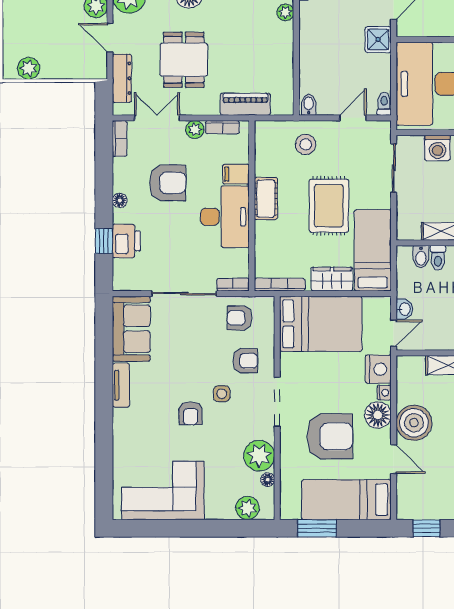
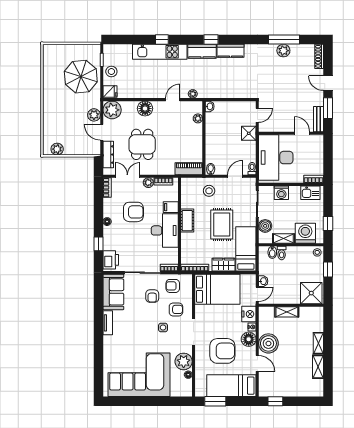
piano: (245, 104) -> (189, 169), moved
boiler: (408, 208) -> (265, 226), added
printer: (126, 241) -> (111, 260), moved
armchair: (191, 413) -> (152, 296), moved
corner sofa: (163, 490) -> (139, 375), width x1.36, depth x1.36
plant: (248, 508) -> (177, 390), removed

